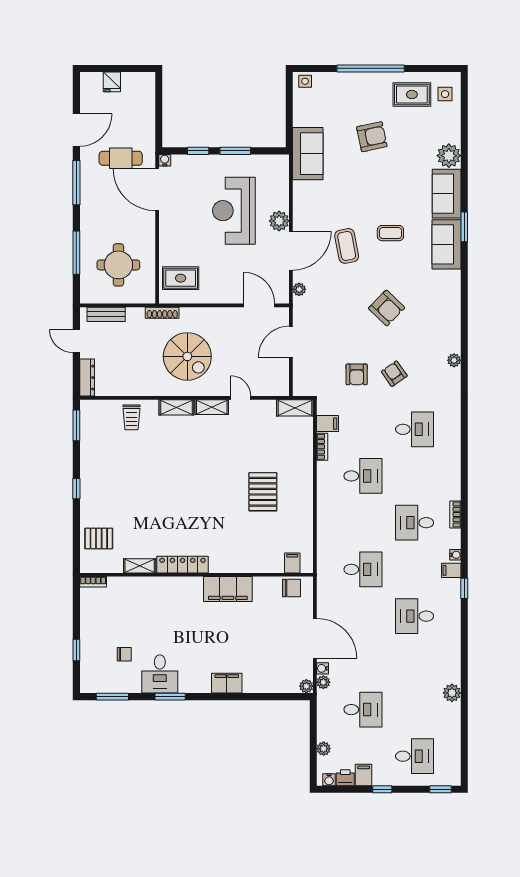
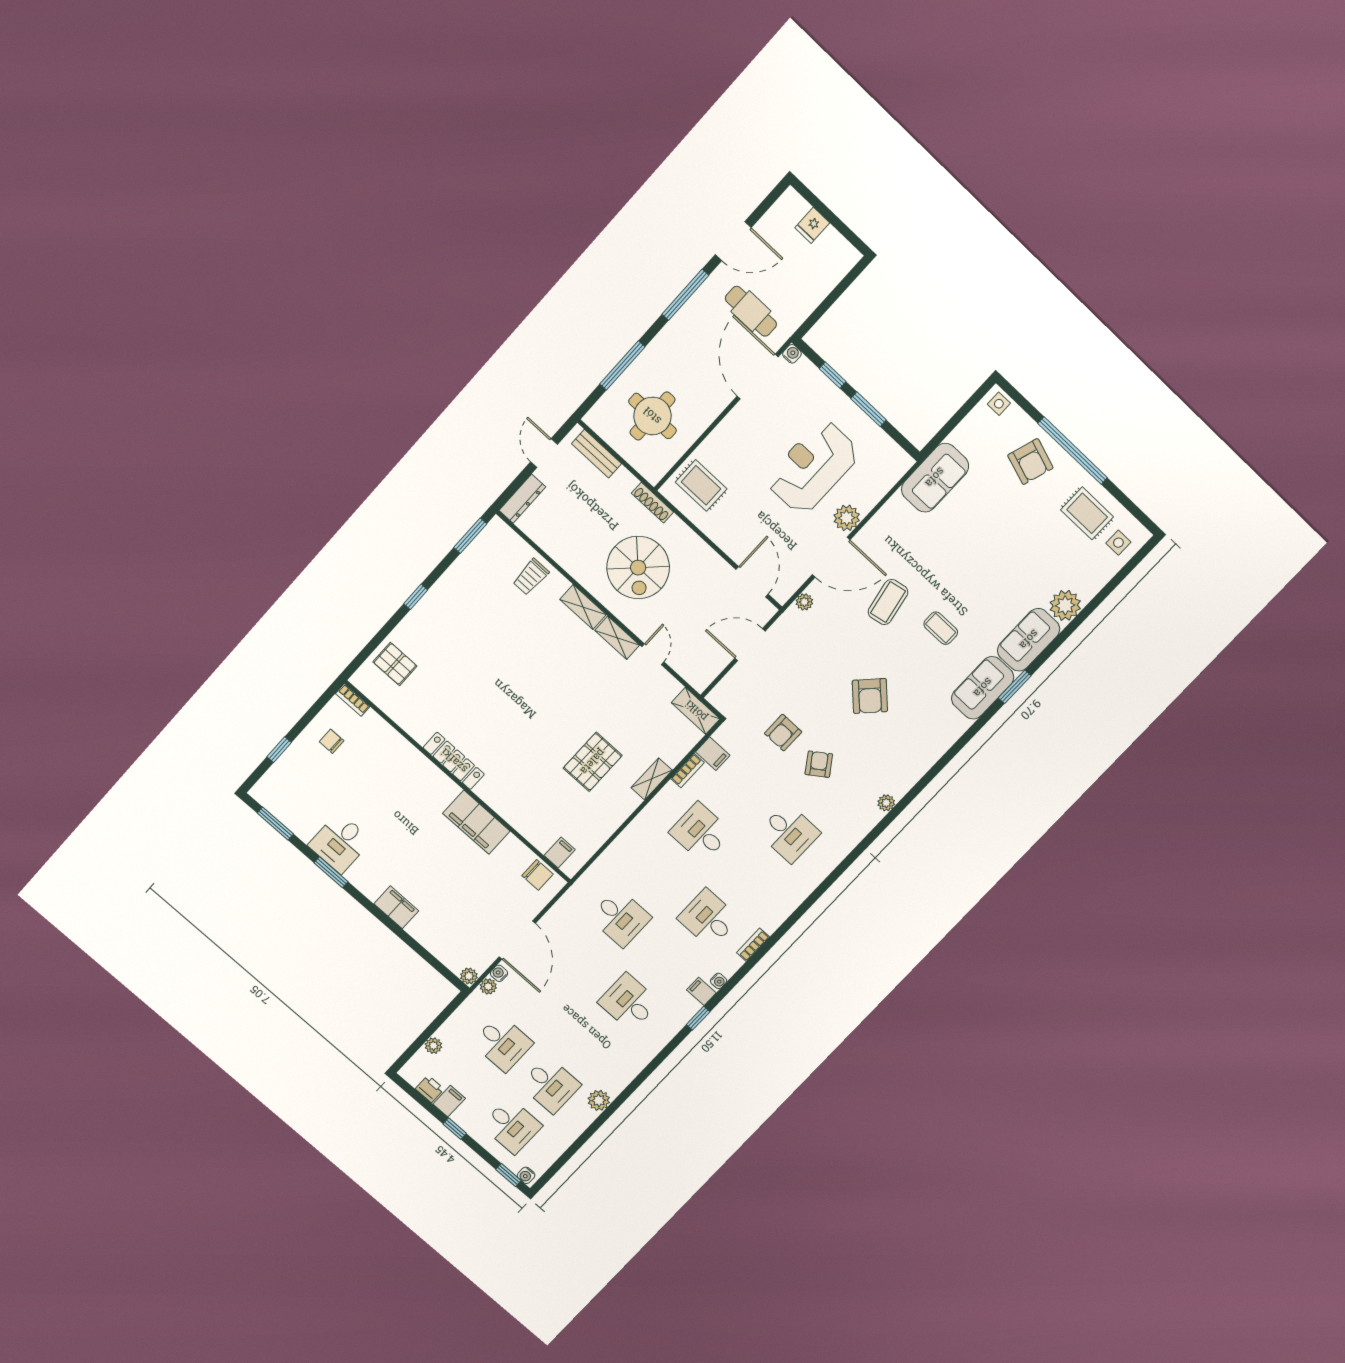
armchair: (372, 137) -> (1030, 462), moved, turned 30
desk: (363, 476) -> (700, 832), turned 180
shelving: (140, 566) -> (652, 779), moved, turned 90
chair: (124, 654) -> (332, 741), moved, turned 180
desk: (415, 710) -> (550, 1085), added
water cooler: (329, 780) -> (526, 1175), moved

